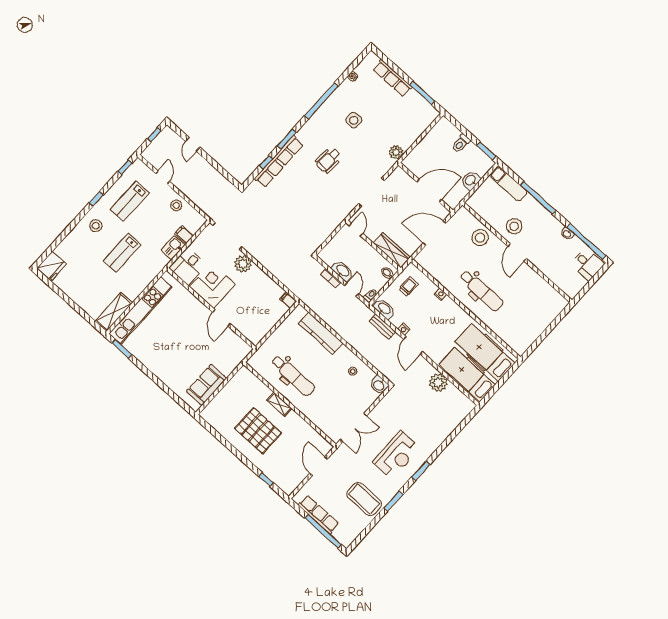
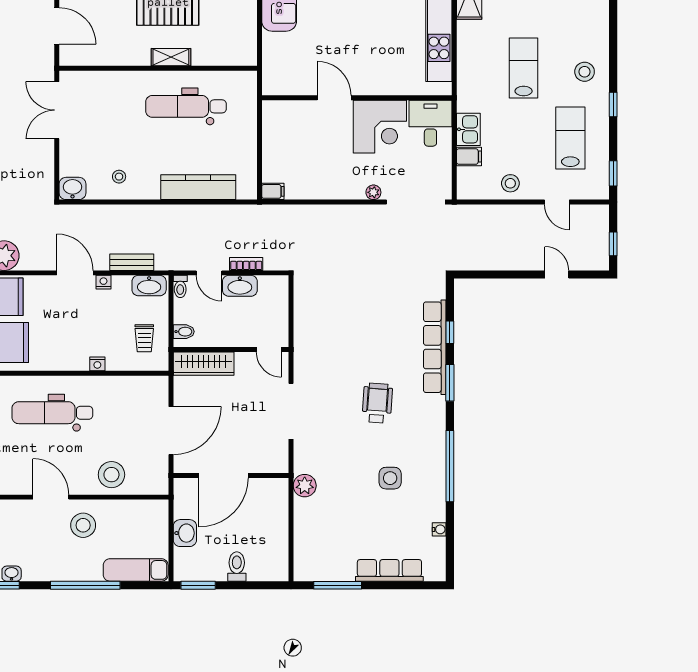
plant: (243, 264) -> (373, 192), width x0.53, depth x0.53

